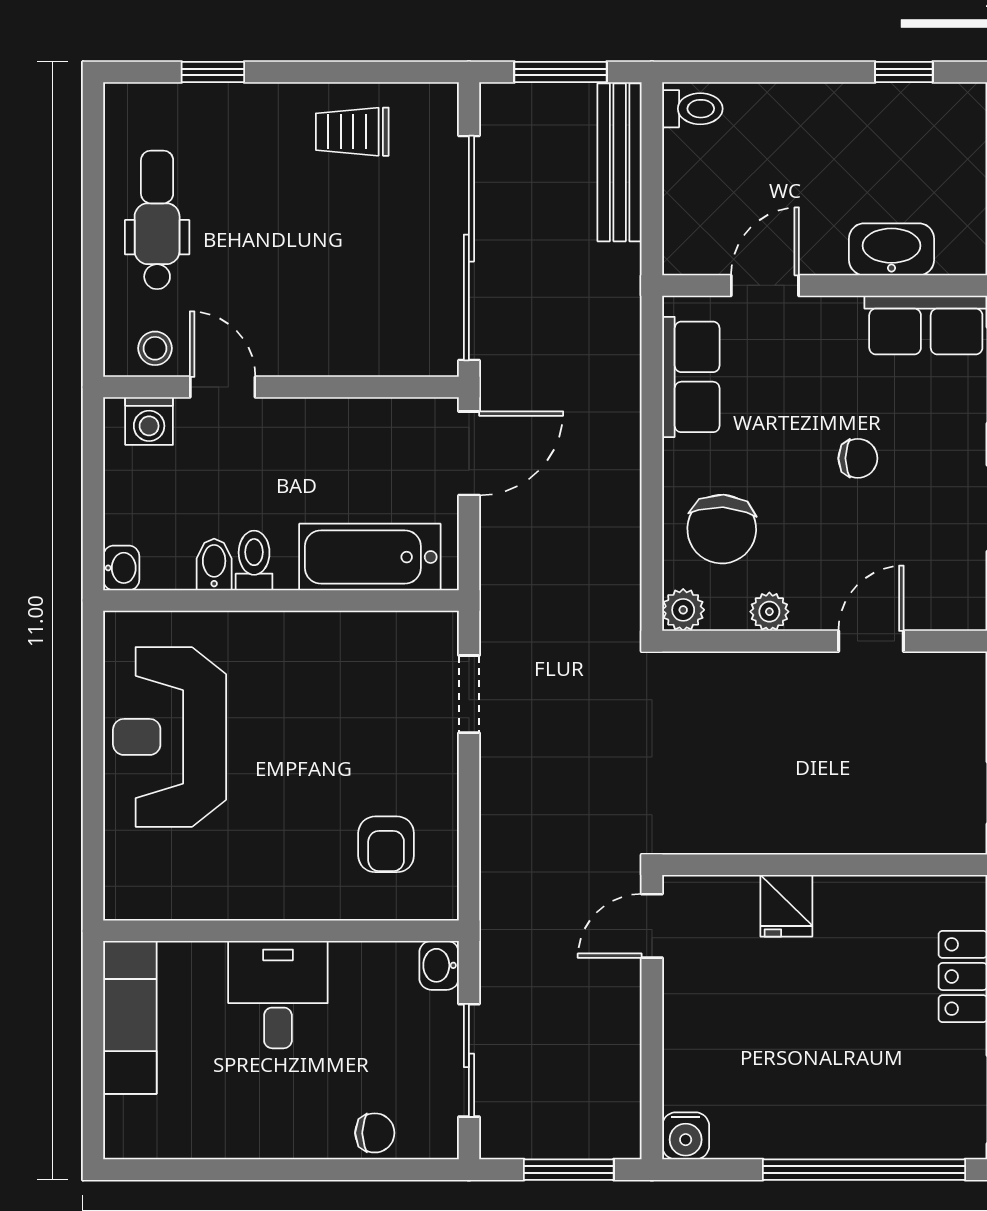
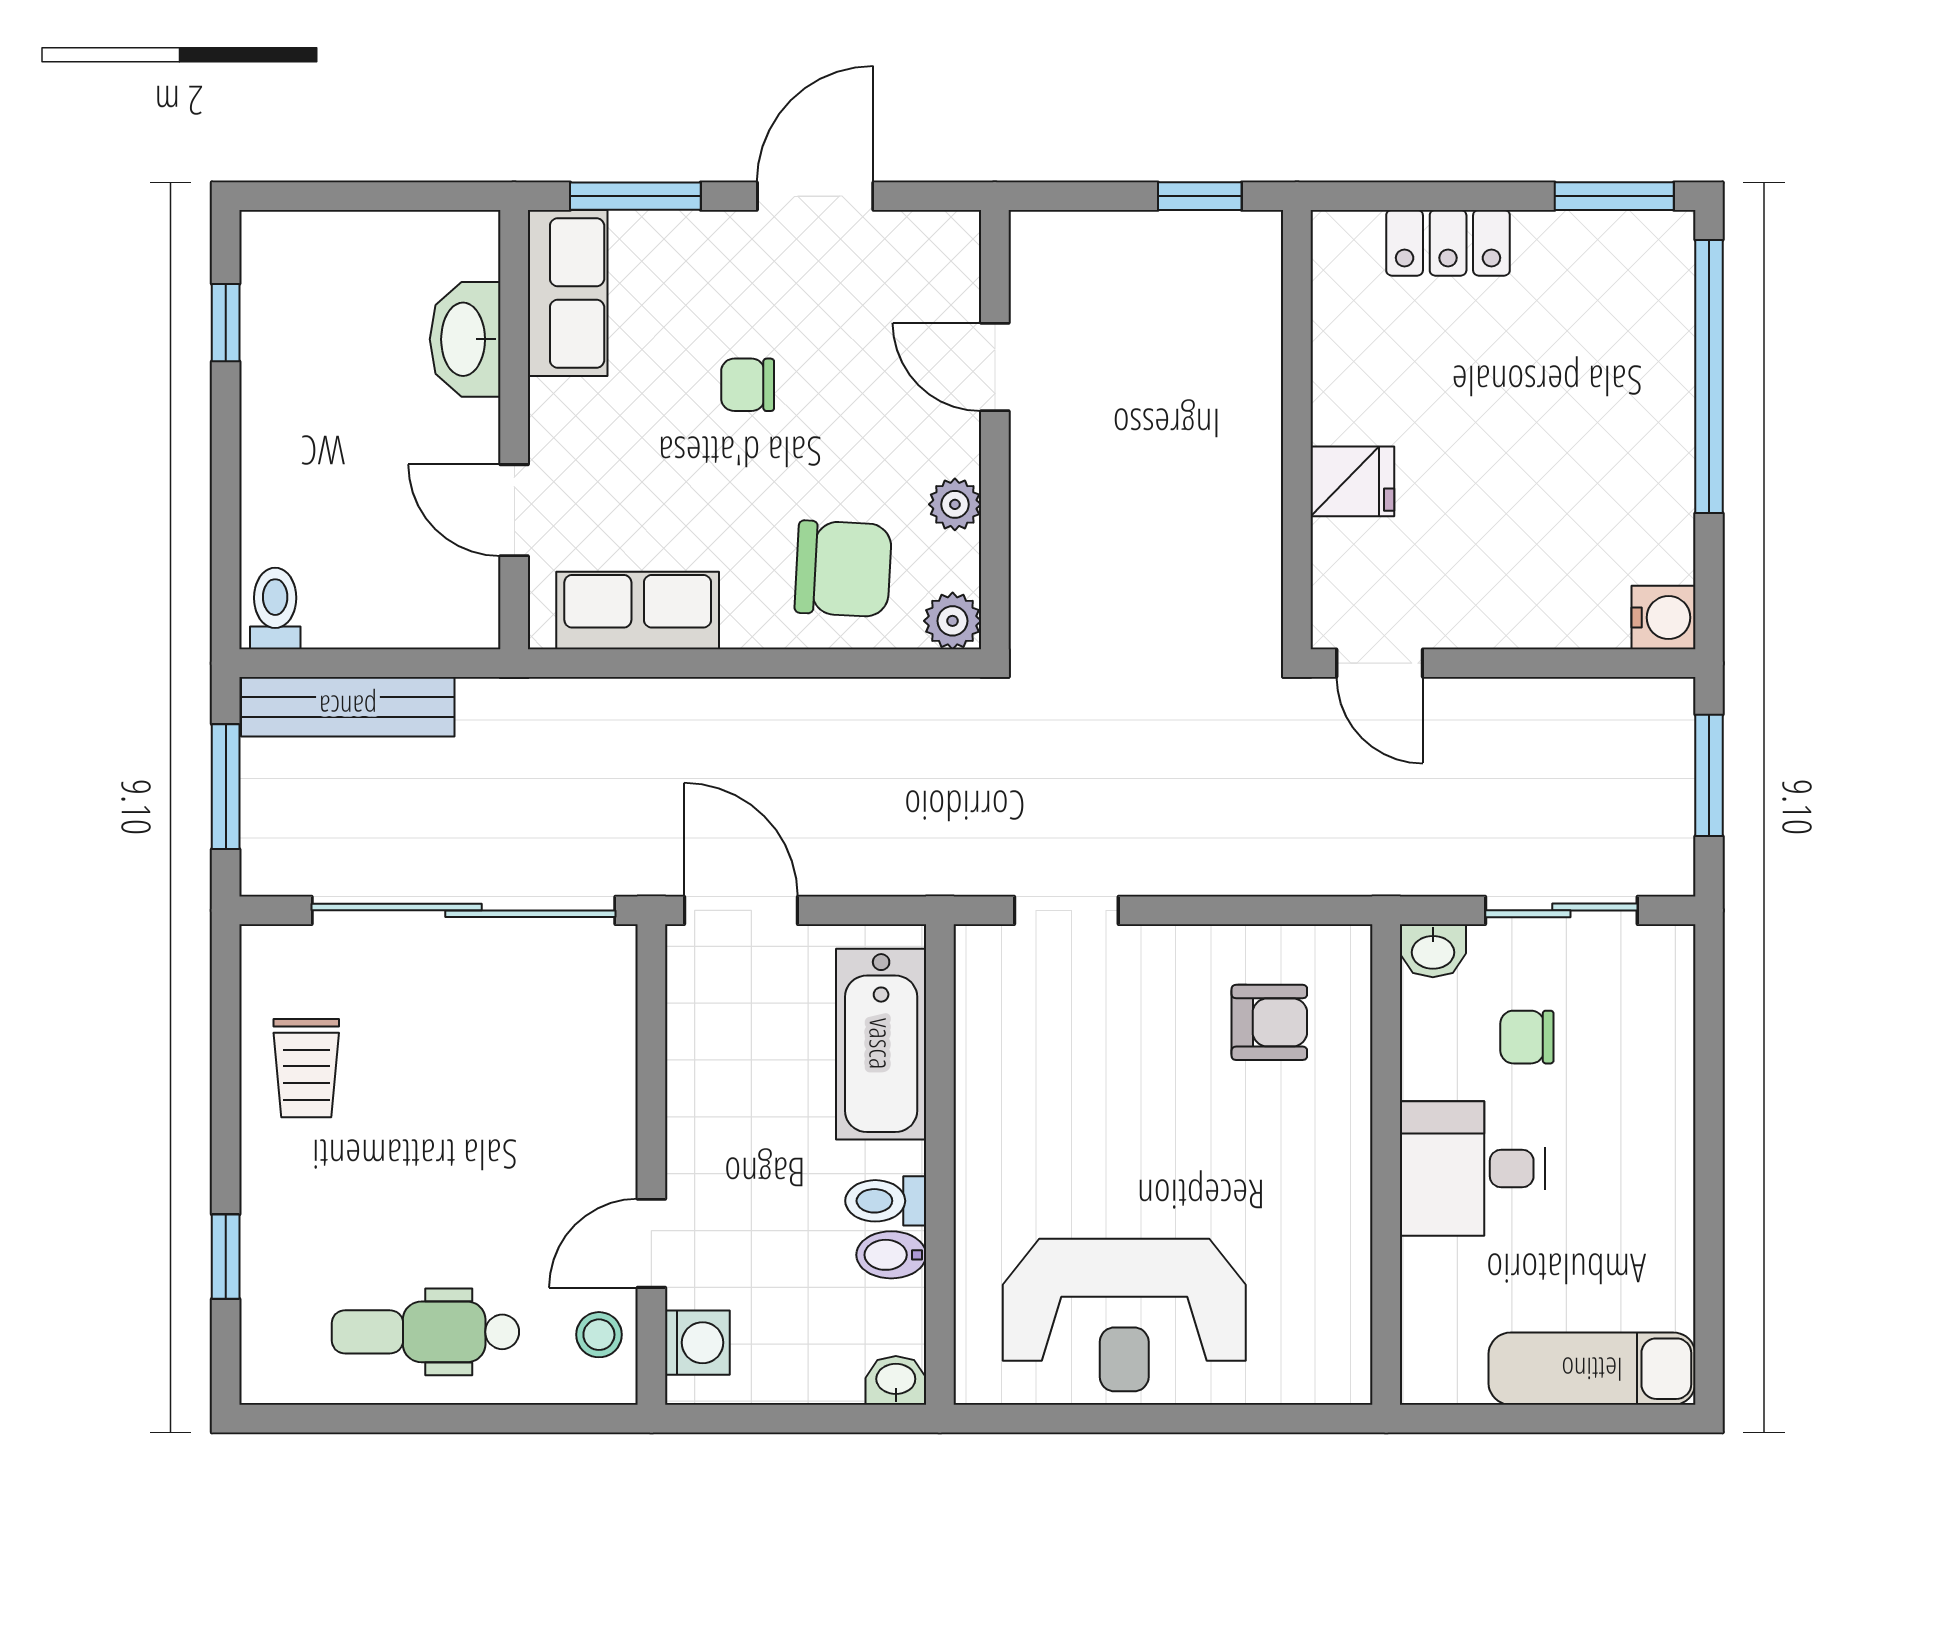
chair: (858, 458) -> (748, 385), turned -90
exam couch: (130, 1017) -> (1592, 1369), moved
chair: (375, 1133) -> (1527, 1037), moved, turned -90

